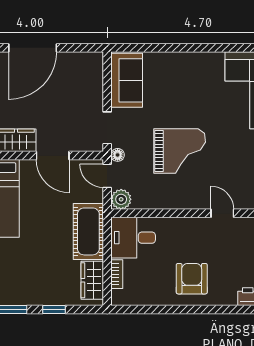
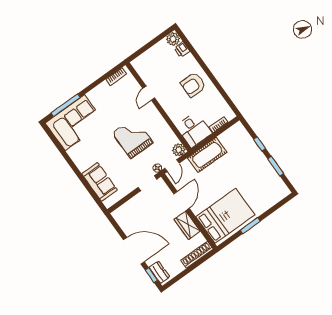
sofa: (127, 80) -> (100, 182), moved, turned 90
wardrobe: (92, 280) -> (231, 135), removed

